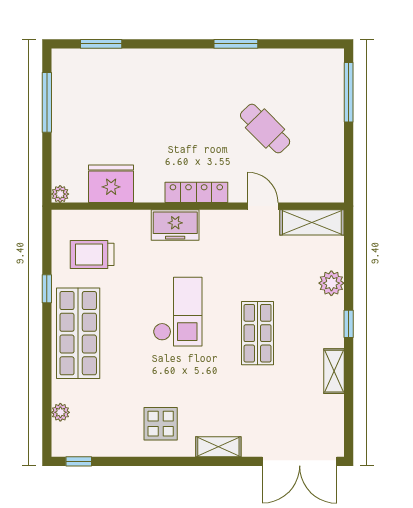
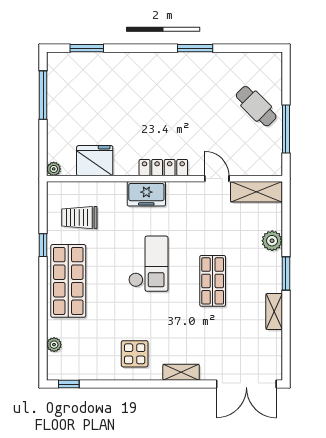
window: (349, 92) -> (286, 129), moved
cafe table: (265, 129) -> (256, 106), moved
window: (349, 324) -> (286, 273), width x1.50

